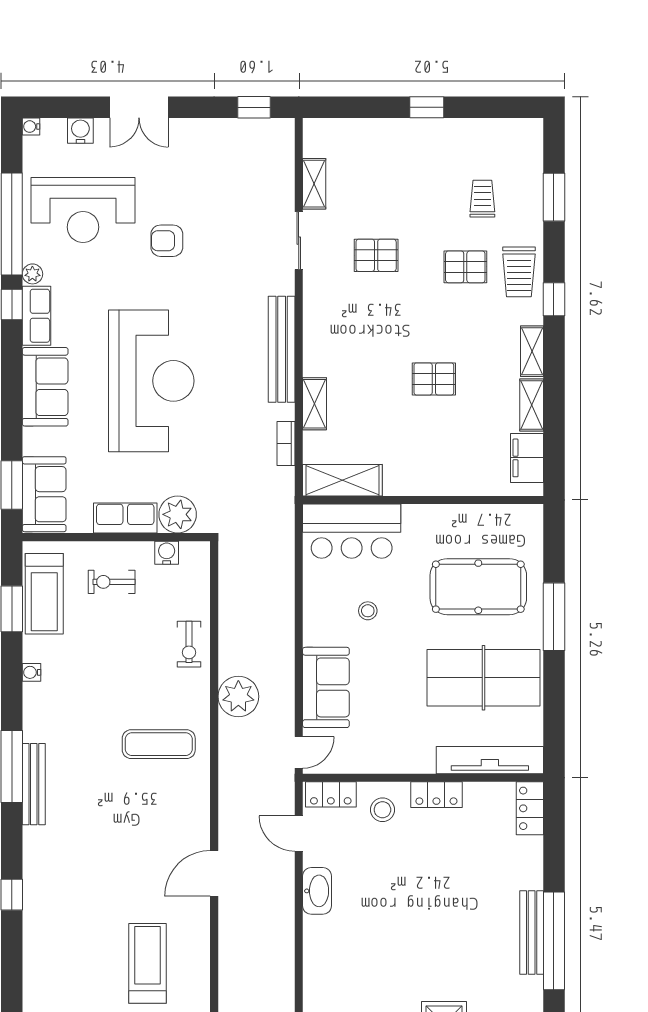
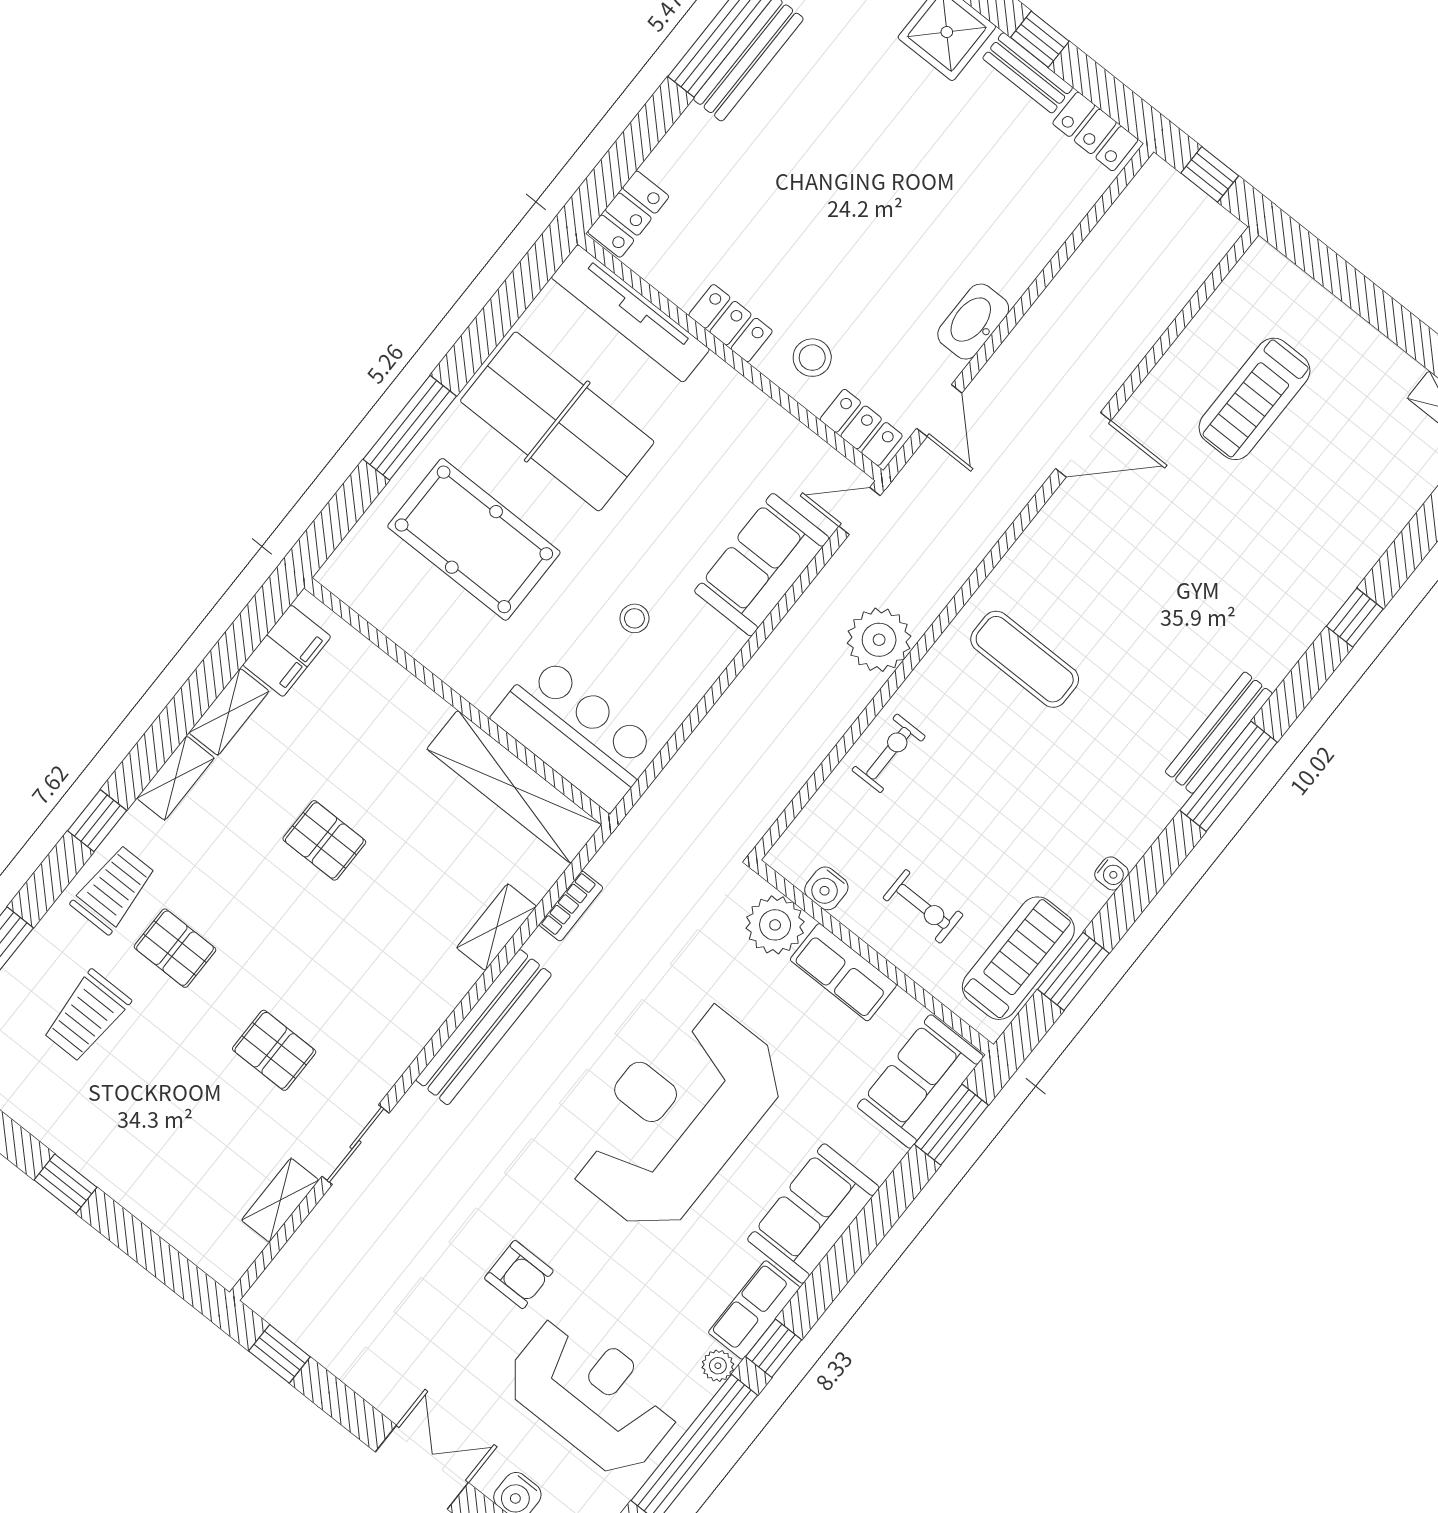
trolley: (482, 199) -> (87, 1016), width x1.36, depth x1.39
shelving: (342, 480) -> (514, 787), width x1.47

